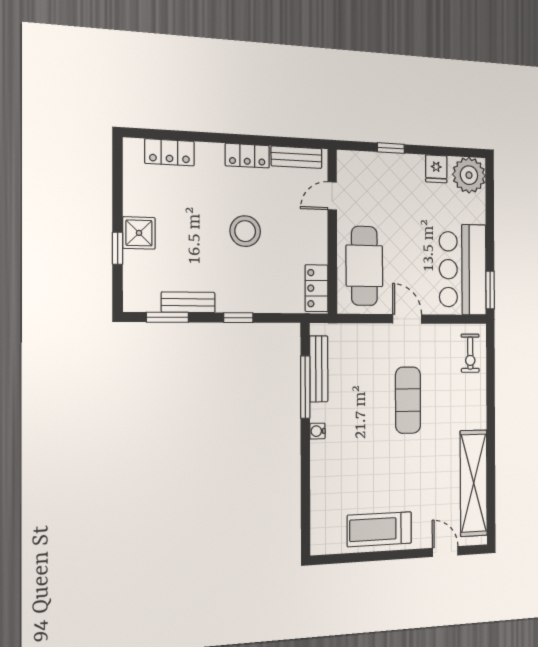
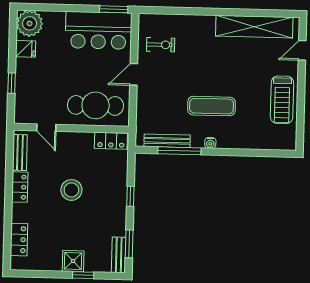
bench: (188, 302) -> (119, 255), moved
exercise bike: (470, 353) -> (161, 45), moved
exercise mat: (408, 400) -> (211, 106), moved

